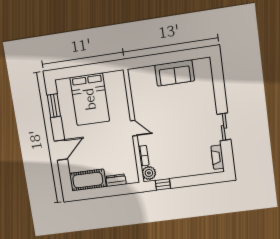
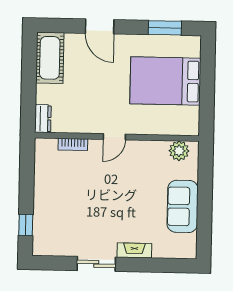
fireplace: (217, 157) -> (134, 250), moved
plant: (149, 173) -> (179, 151), moved
dresser: (116, 180) -> (43, 119), moved
window: (163, 184) -> (26, 225), moved

